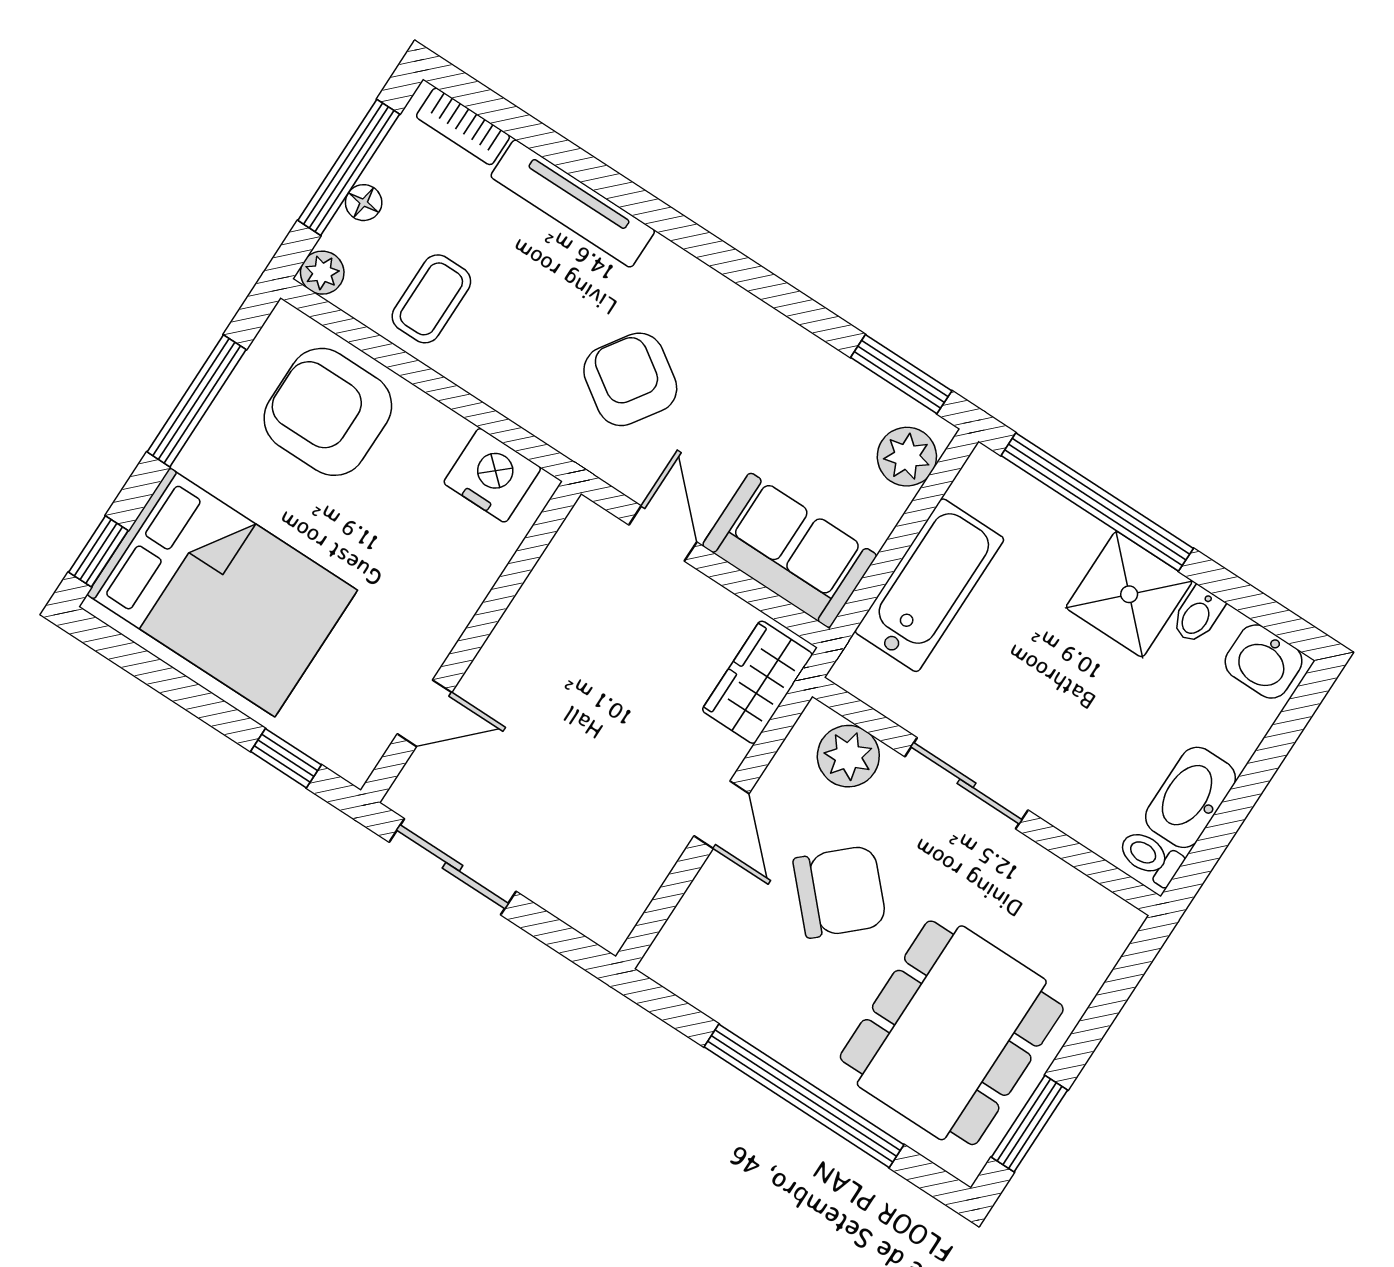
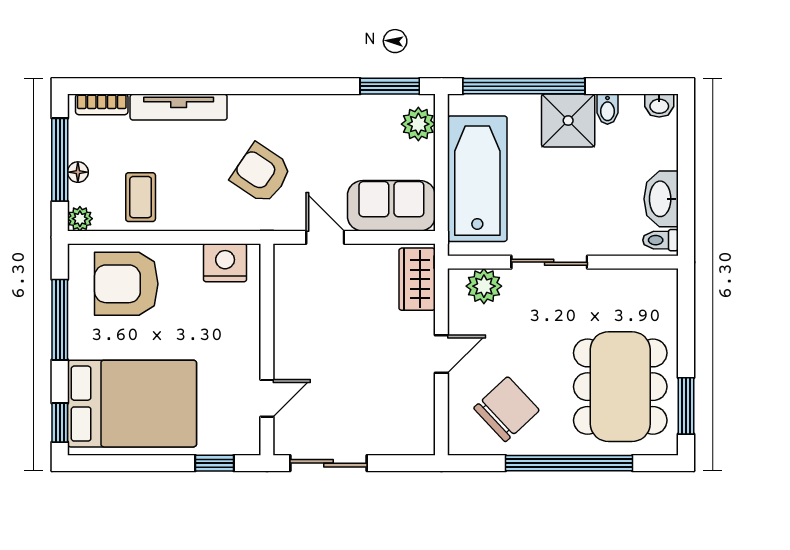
bathtub: (929, 585) -> (477, 179), width x1.36, depth x1.36
washbasin: (1264, 662) -> (659, 106), width x0.72, depth x0.69
door: (722, 815) -> (441, 354), hinge flipped
chair: (840, 892) -> (507, 409), moved

